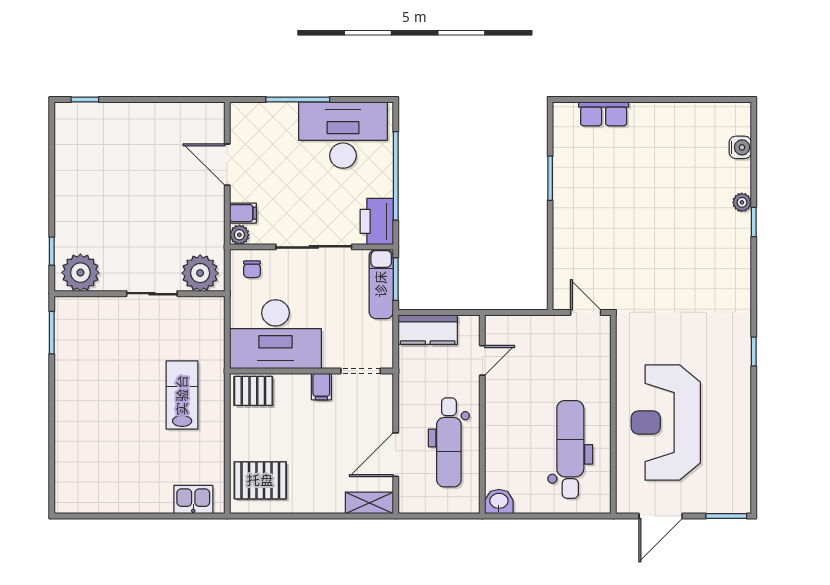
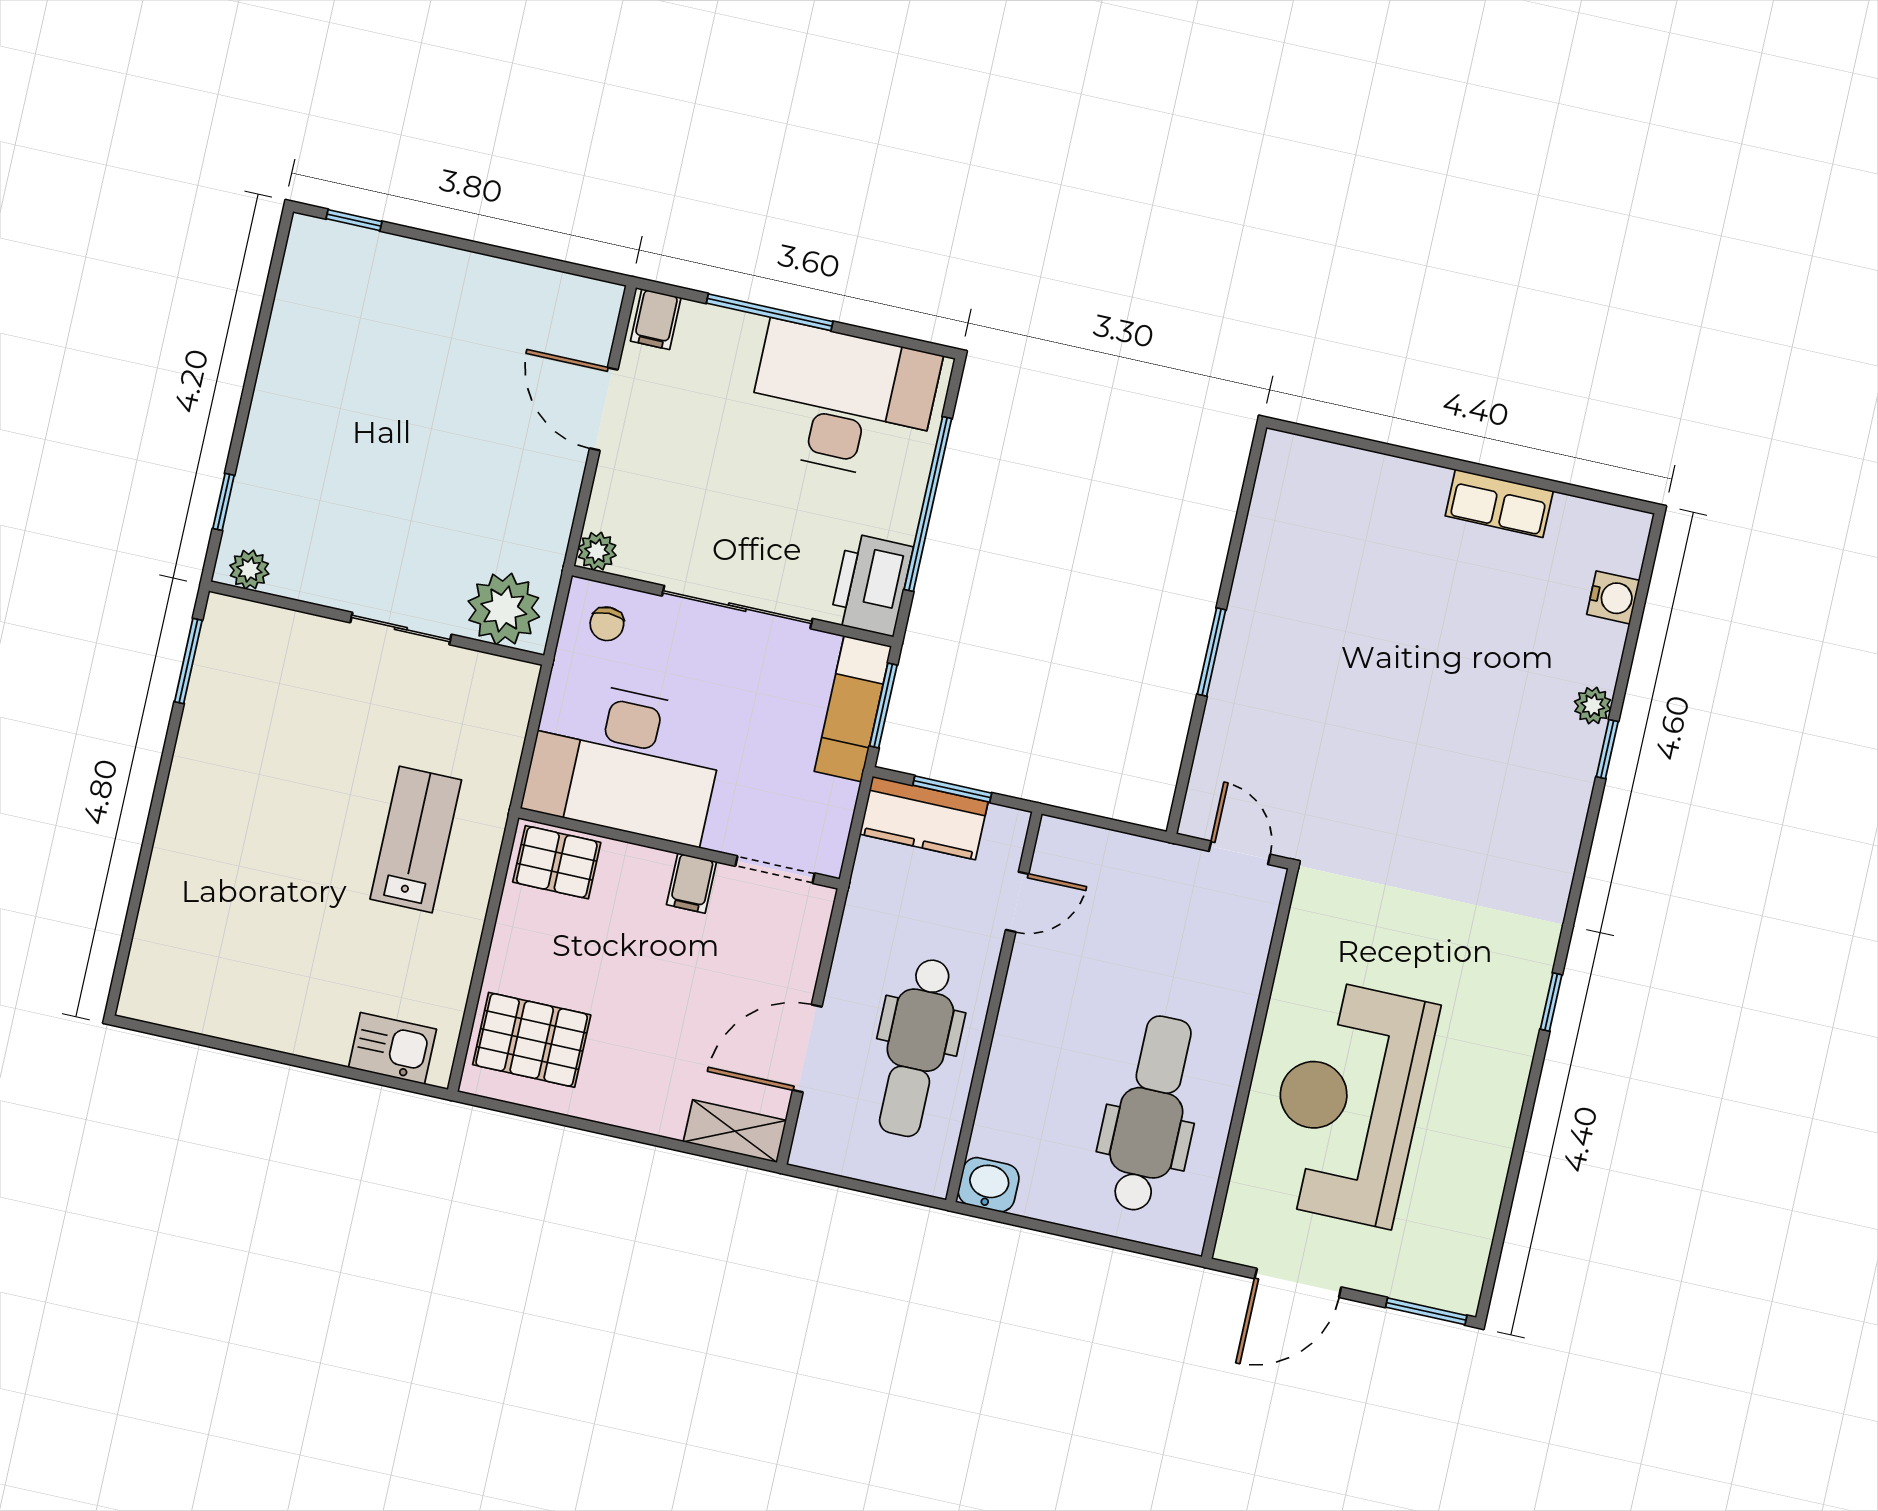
row of seats: (604, 114) -> (1499, 503), moved
window: (550, 178) -> (1212, 652), moved
filing cabinet: (243, 213) -> (656, 319), moved, turned 90
plant: (80, 273) -> (249, 570), width x0.53, depth x0.53
window: (438, 312) -> (952, 789), added

